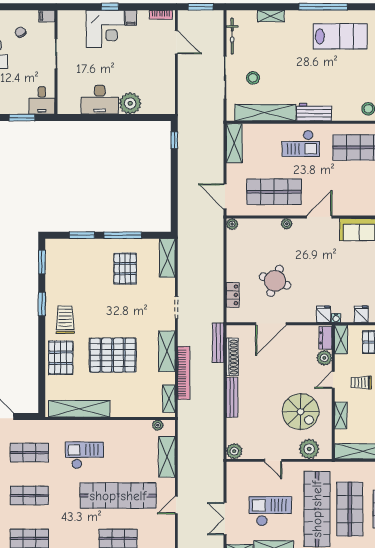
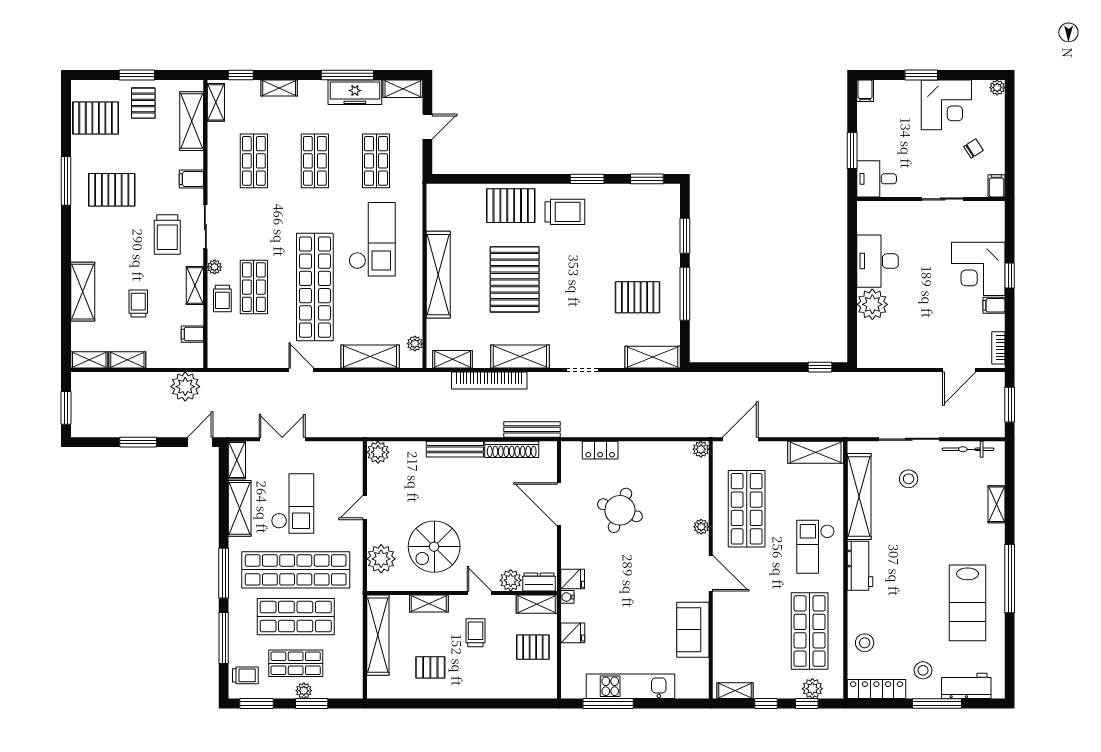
shelving: (79, 409) -> (438, 275), moved
checkout: (84, 455) -> (372, 239), width x1.36, depth x1.21

